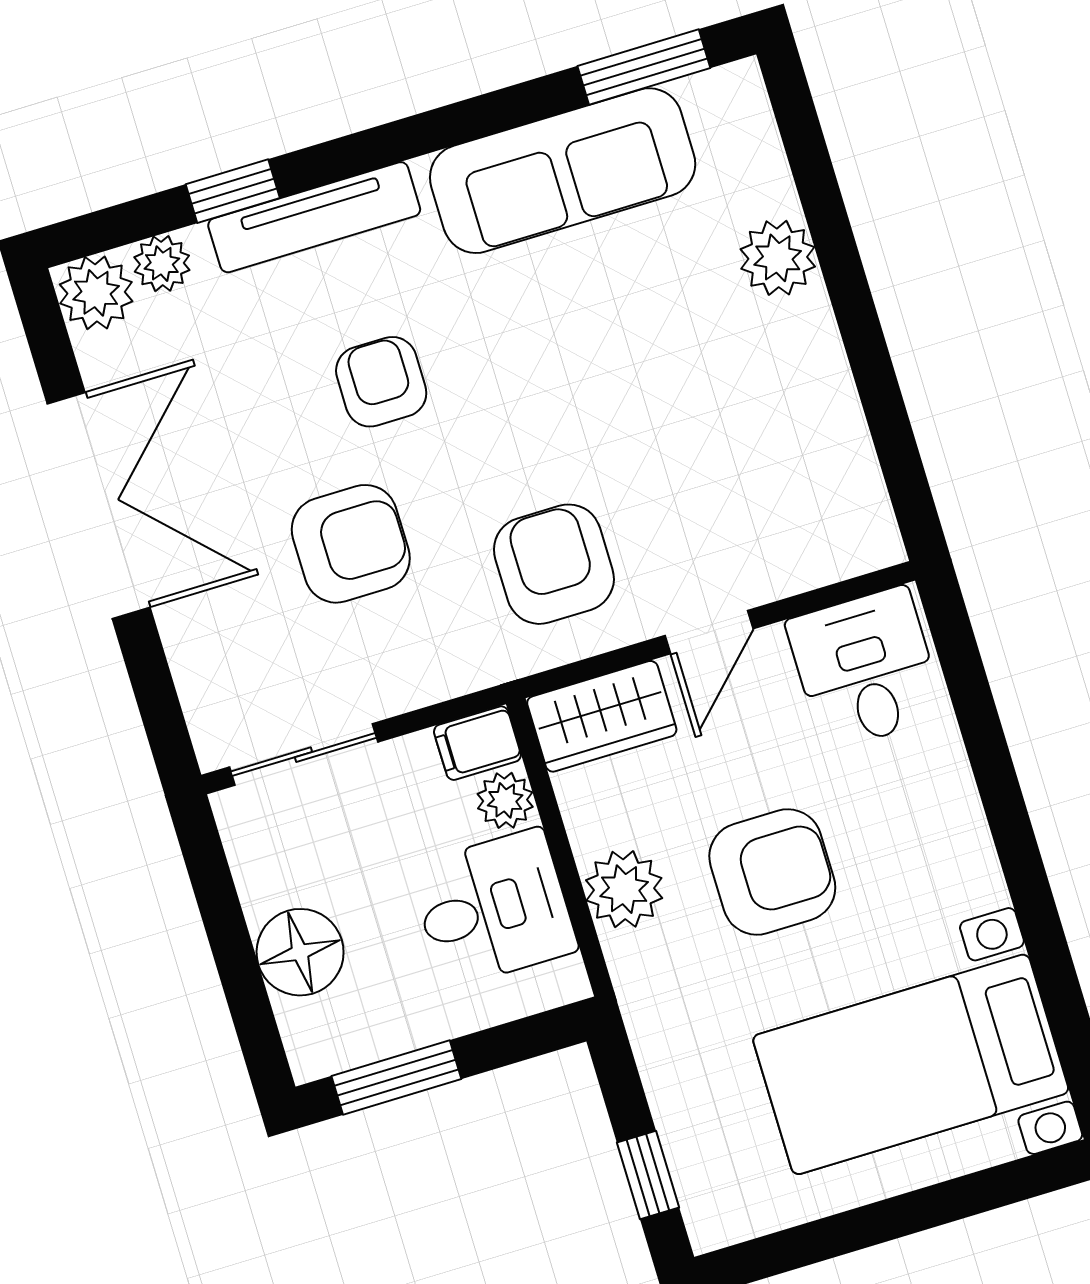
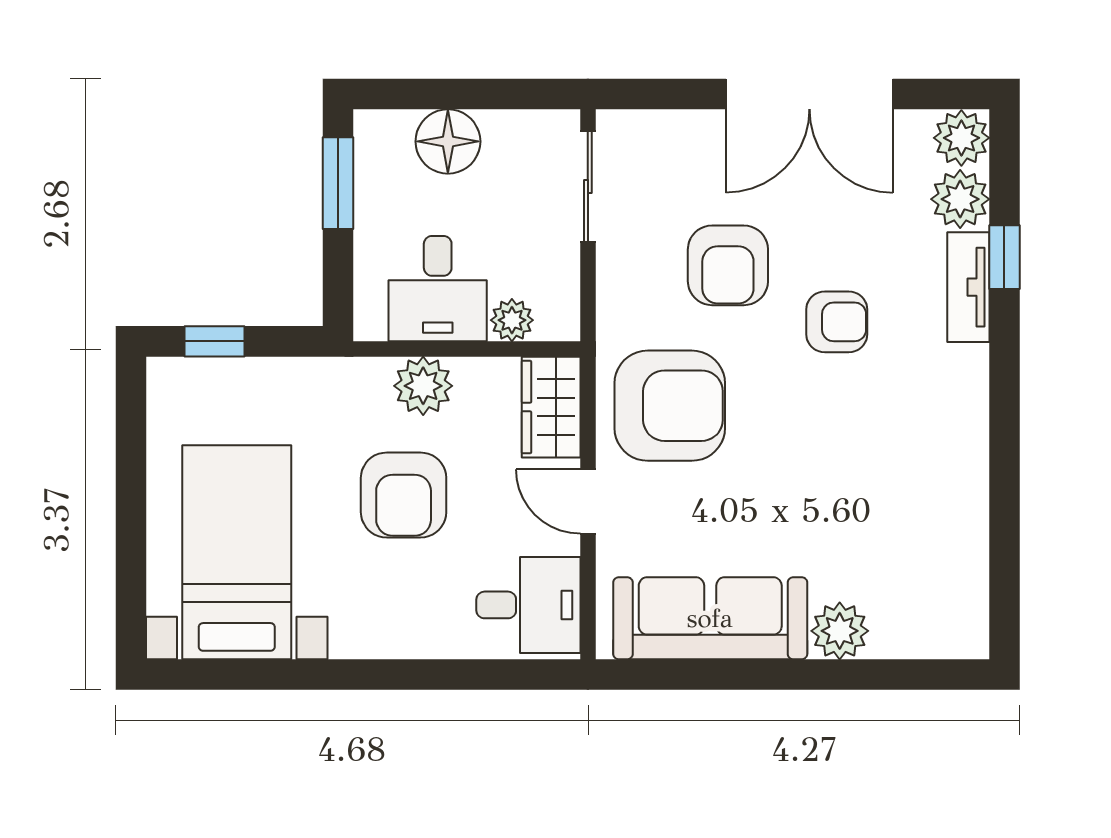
window: (644, 67) -> (1004, 577), removed
sofa: (563, 171) -> (710, 618), moved, turned 90
tv unit: (314, 217) -> (968, 287), width x0.71
plant: (162, 264) -> (960, 199), width x1.38, depth x1.38
armchair: (554, 564) -> (670, 406), width x1.36, depth x1.36
filing cabinet: (477, 743) -> (559, 313), removed

